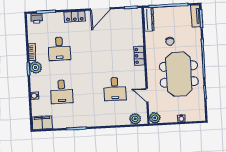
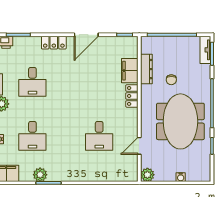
dresser: (149, 19) -> (146, 69), moved
filing cabinet: (136, 36) -> (130, 71), added
door: (147, 95) -> (139, 146), hinge flipped
plant: (135, 119) -> (40, 175), moved

